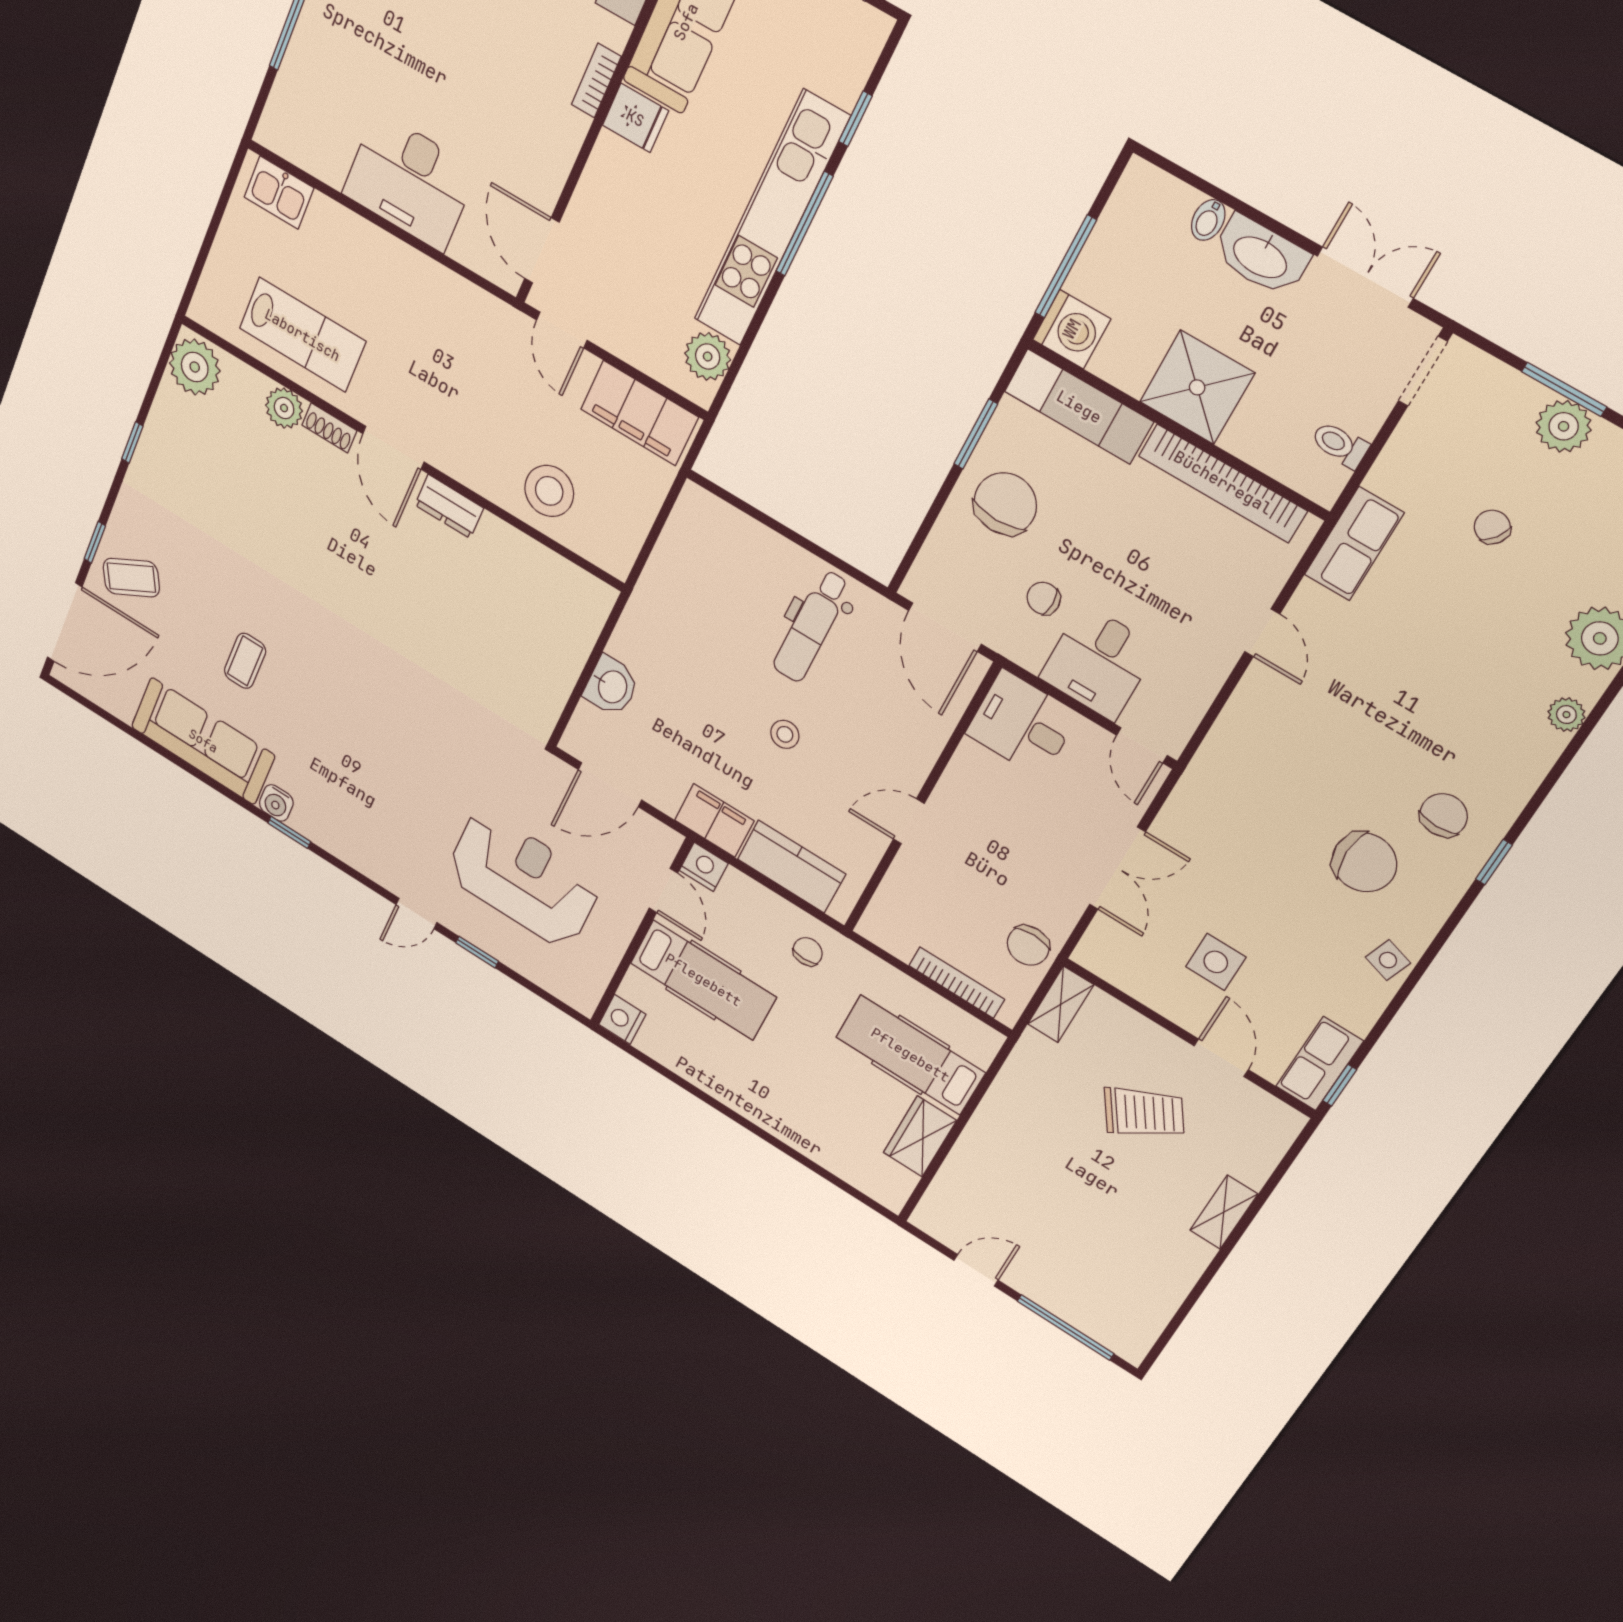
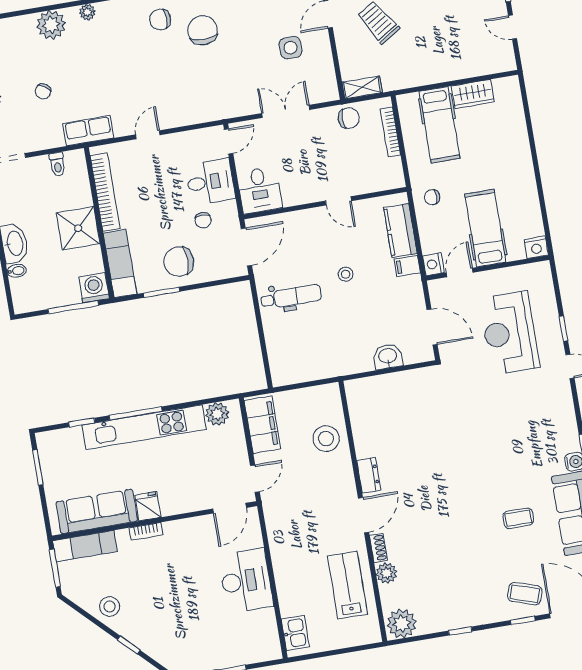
coffee table: (131, 578) -> (525, 594), turned -44
filing cabinet: (714, 821) -> (407, 266), width x0.50

